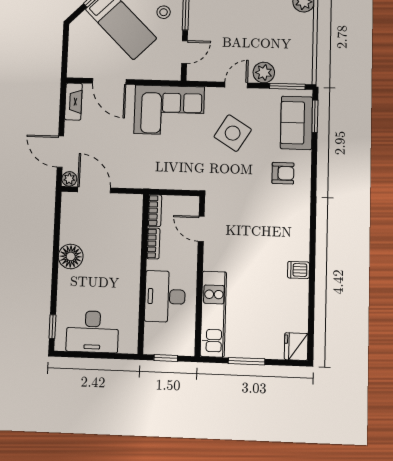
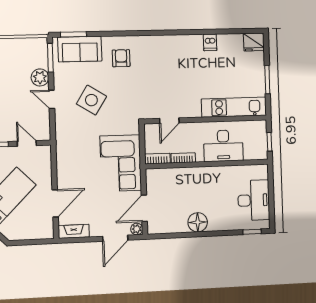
corner sofa: (169, 110) -> (121, 163), moved, turned 180
dishwasher: (298, 270) -> (210, 42), moved

